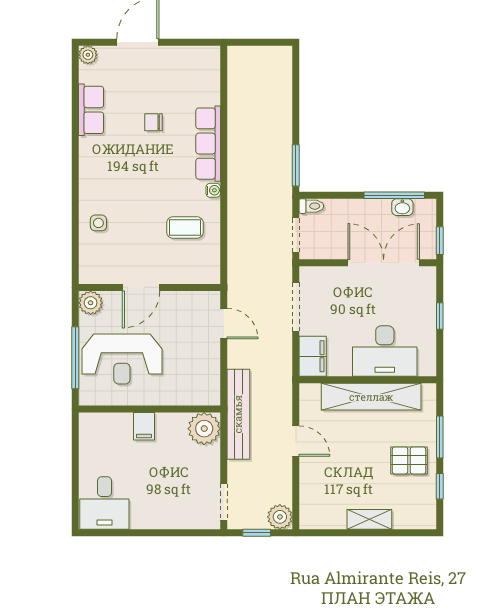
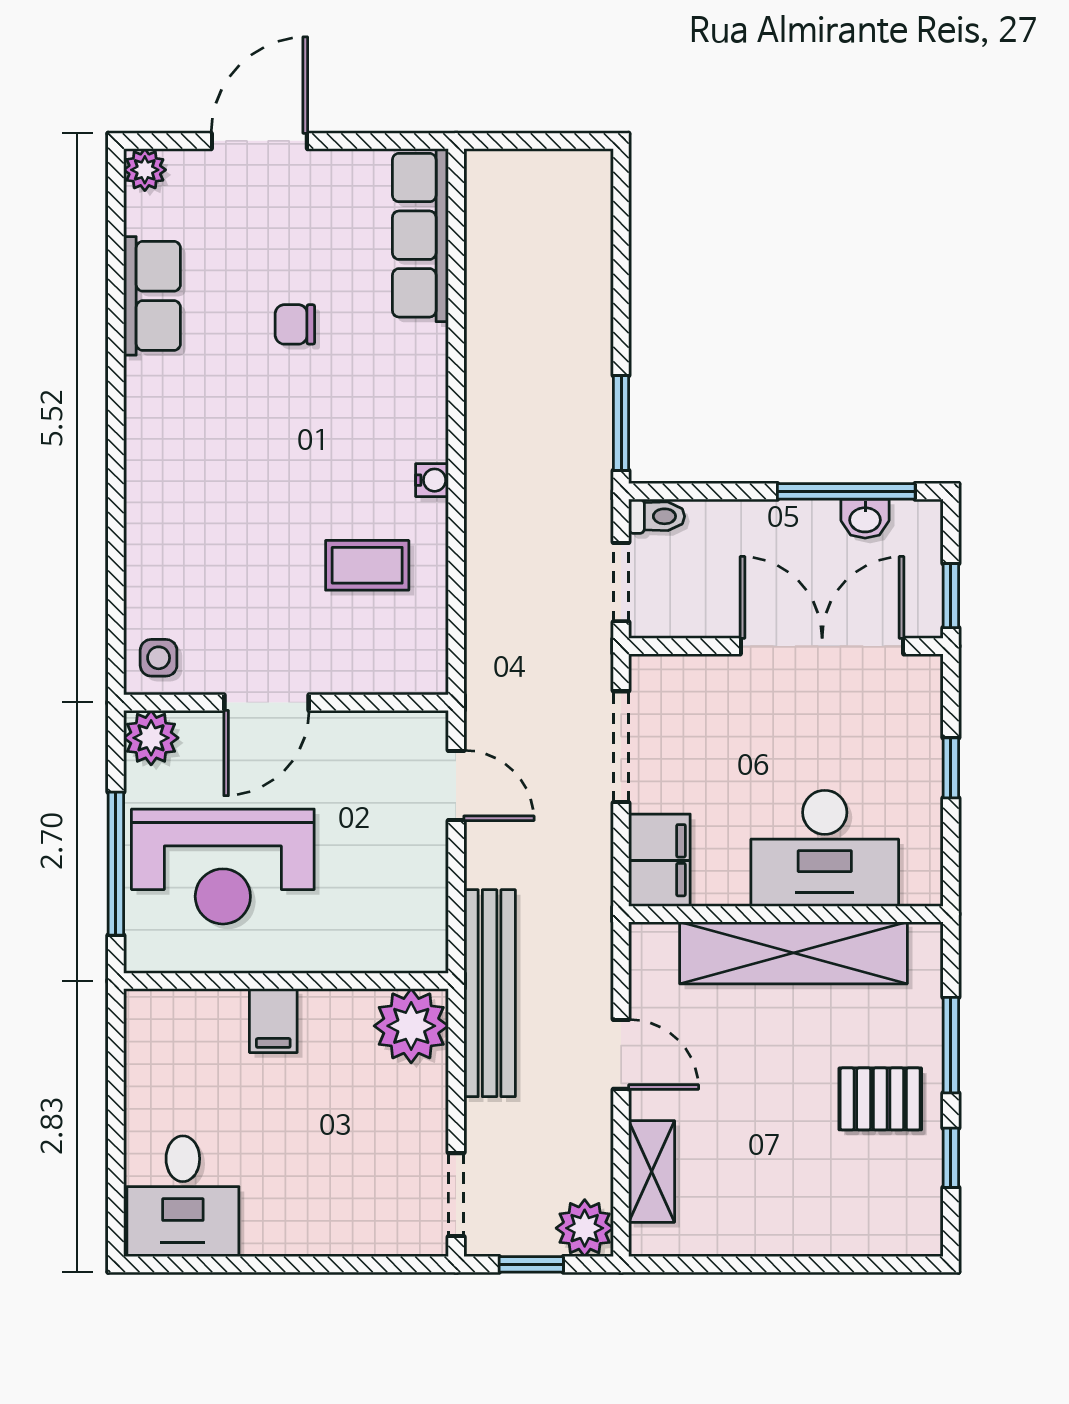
row of seats: (208, 144) -> (420, 235), moved
side table: (98, 223) -> (159, 658), moved
shelving: (369, 519) -> (652, 1171), moved, turned 90

